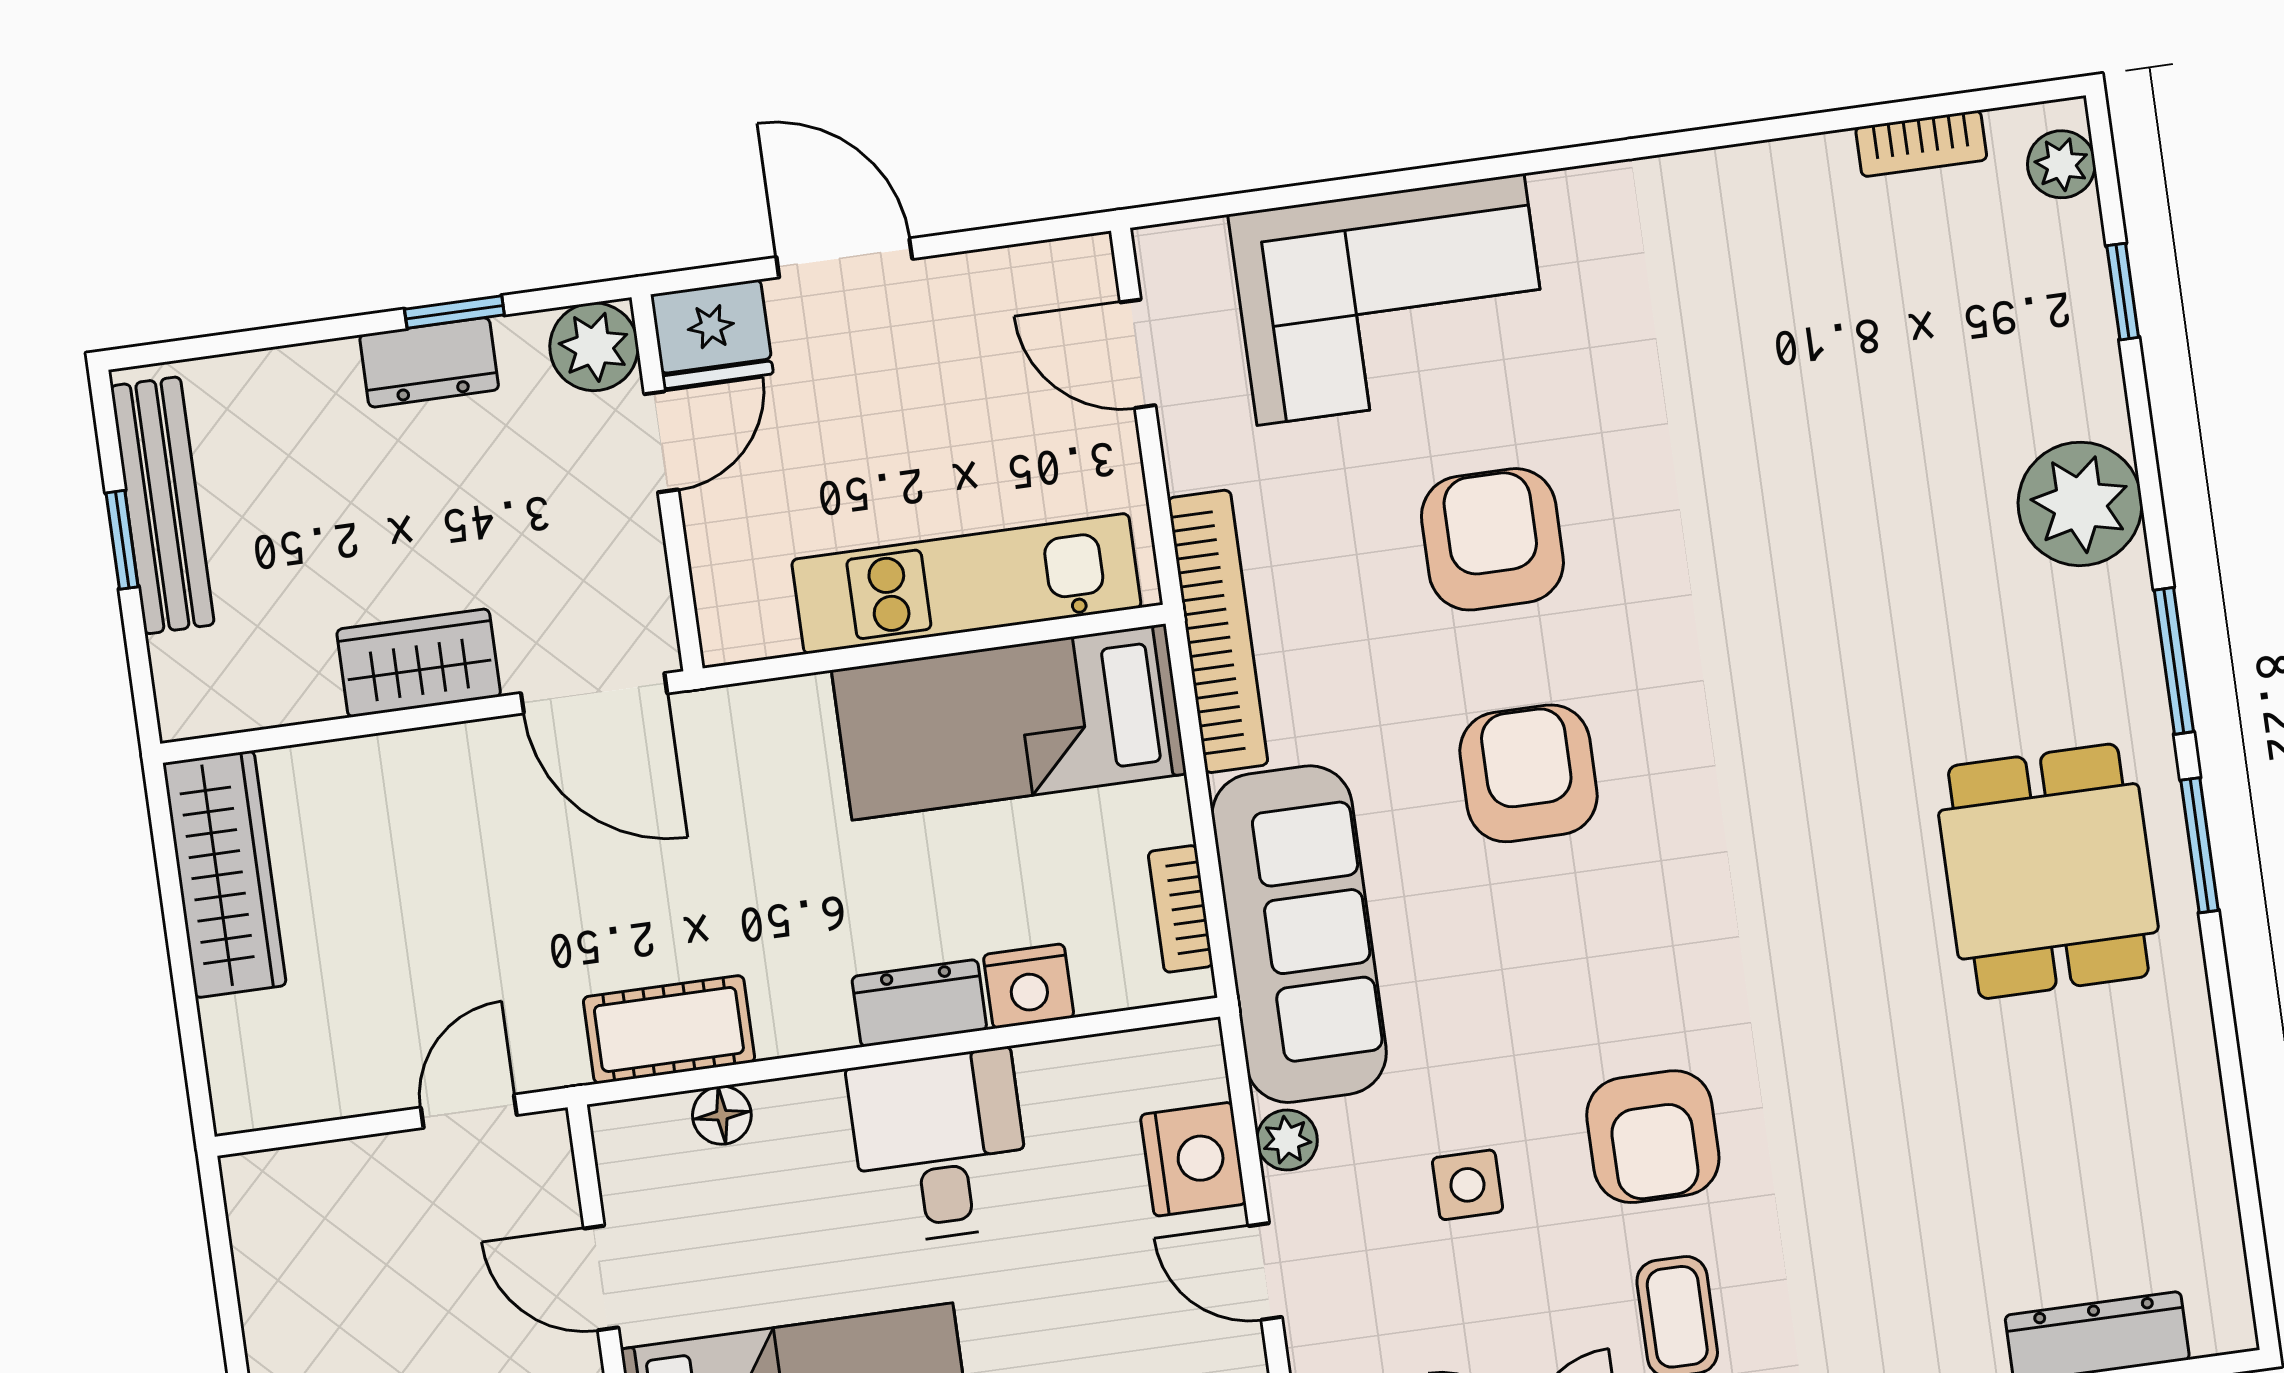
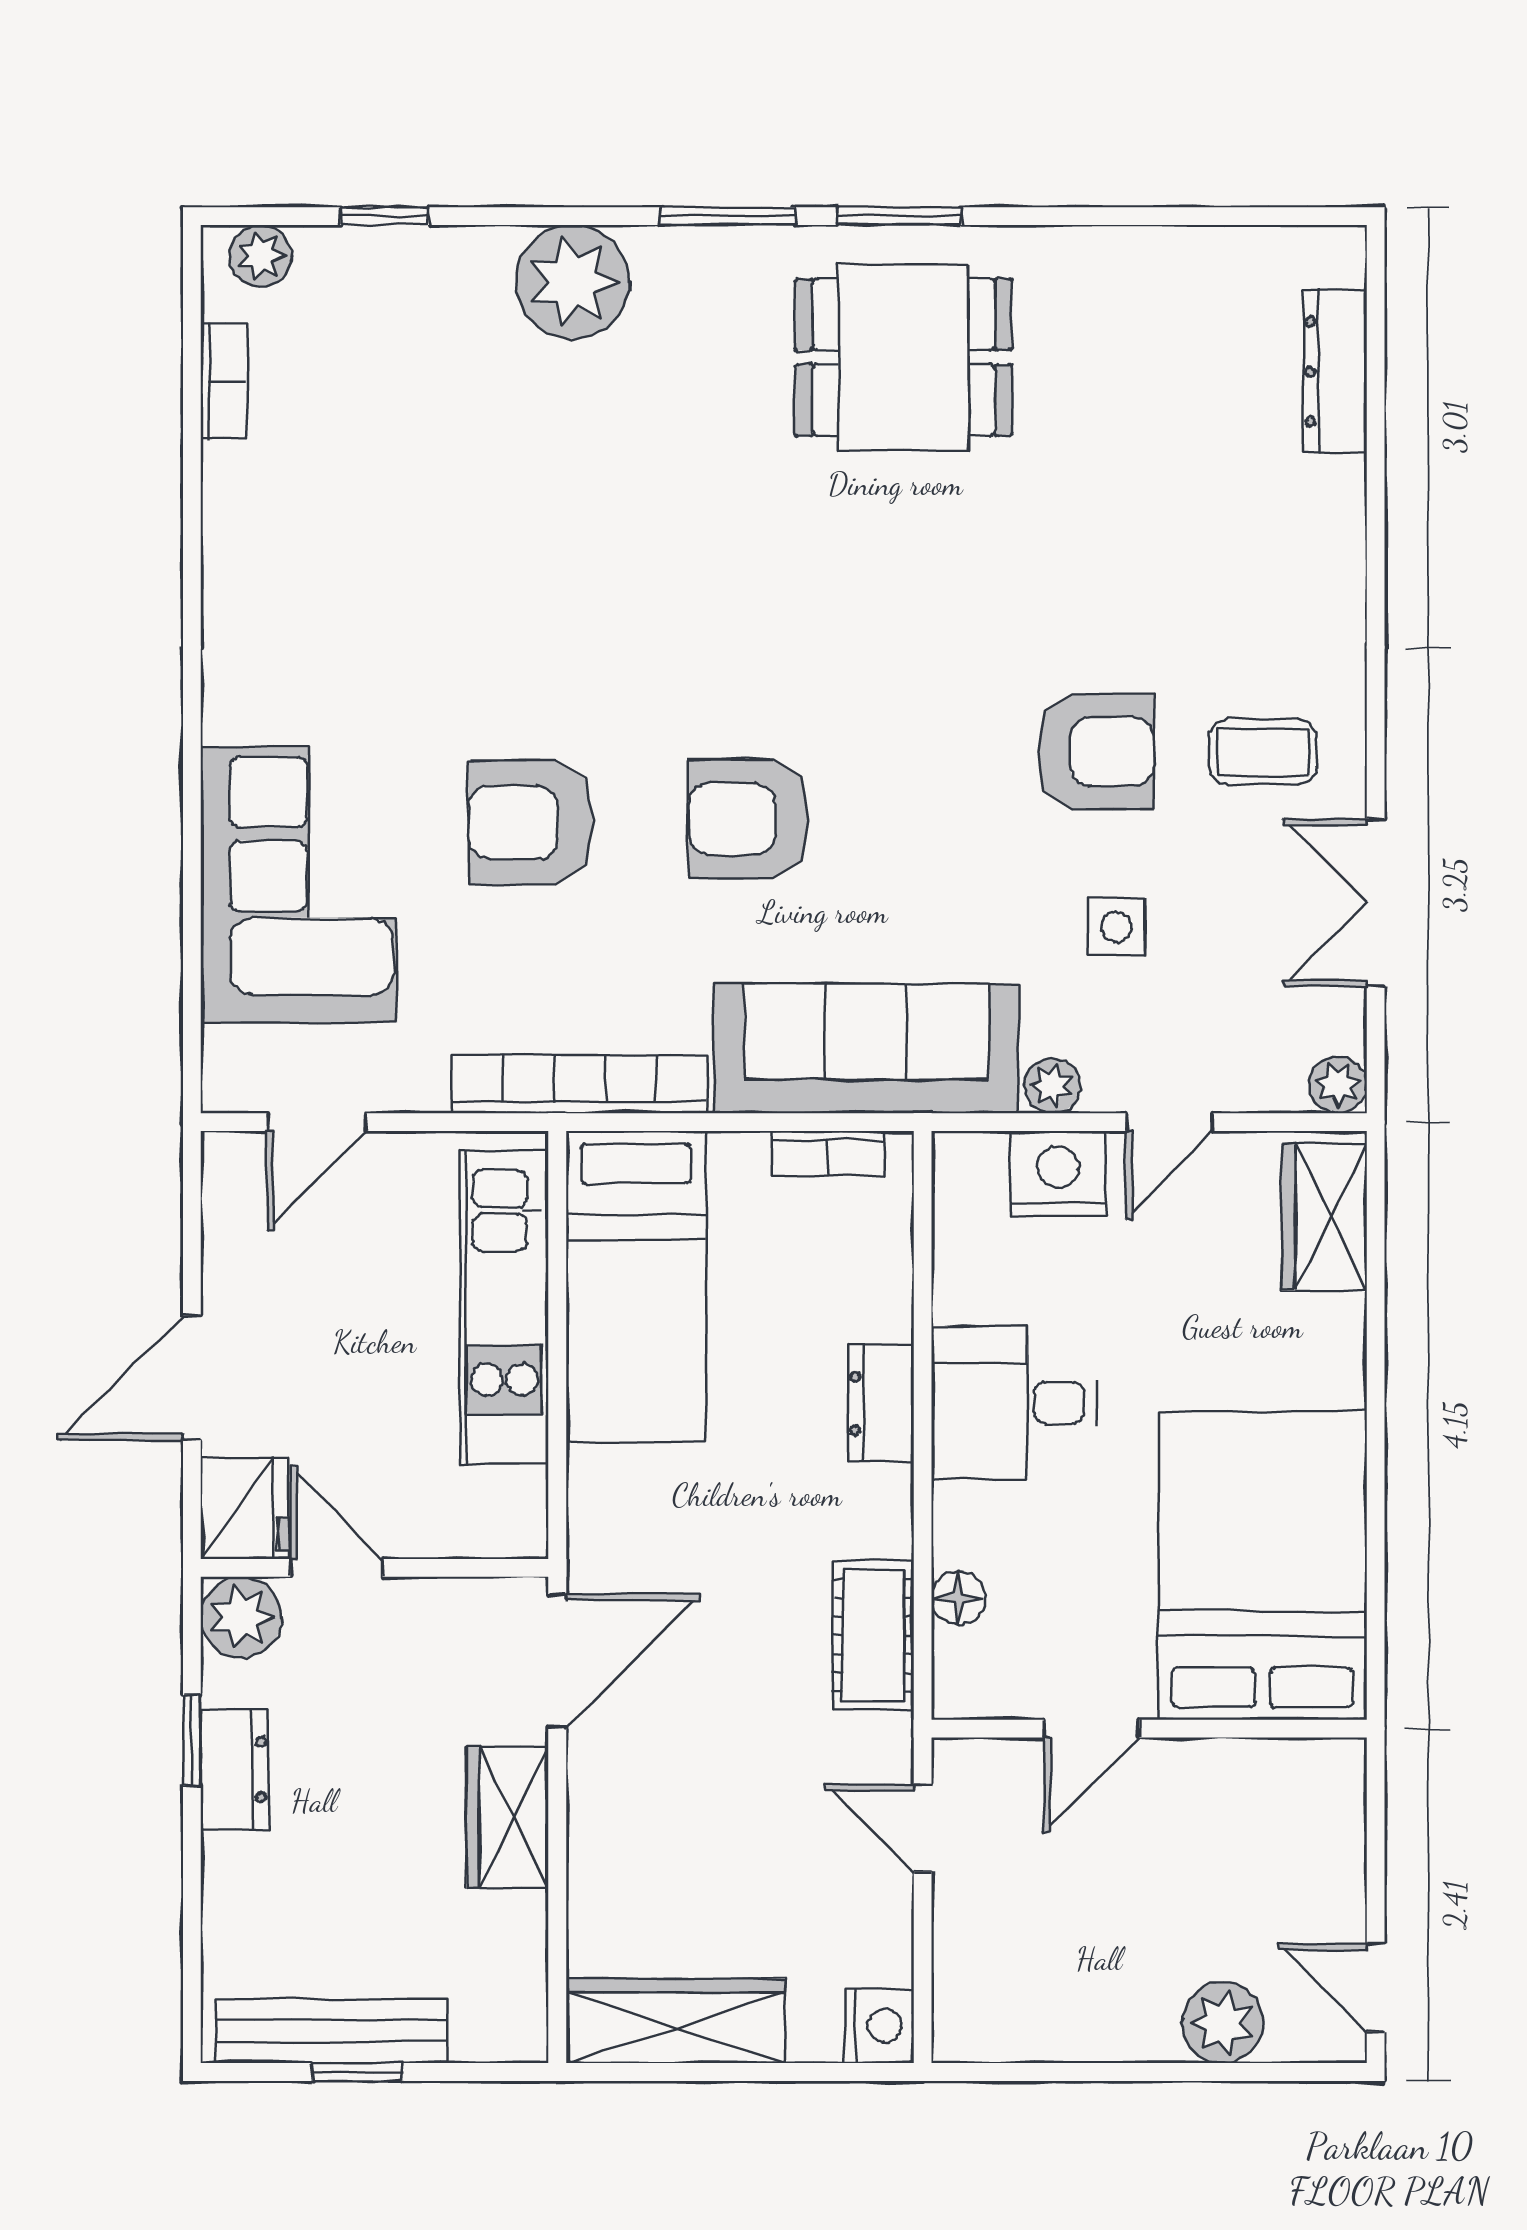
nightstand: (1029, 986) -> (879, 2026), moved

